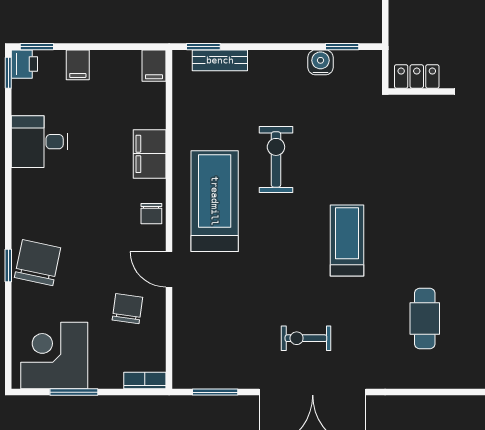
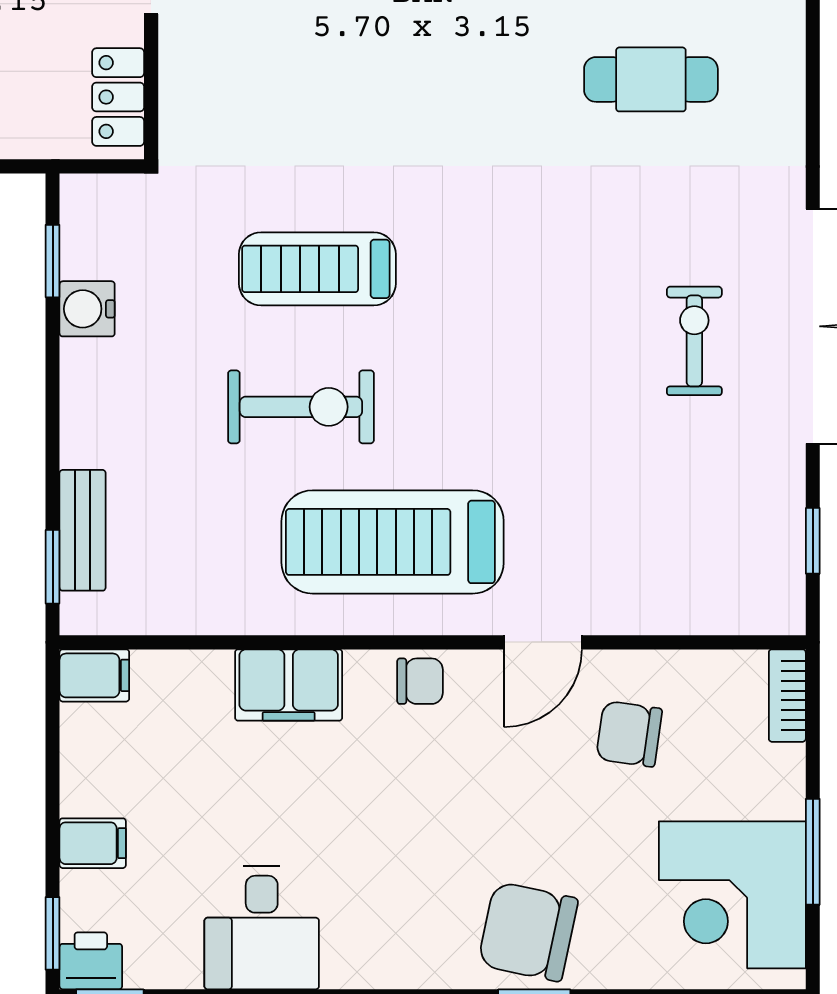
exercise bike: (276, 160) -> (301, 407), turned 180
treadmill: (347, 240) -> (317, 269), moved
exercise bike: (306, 338) -> (694, 341), turned 180
window: (215, 392) -> (813, 541), width x0.67

